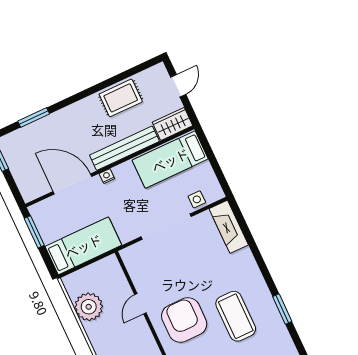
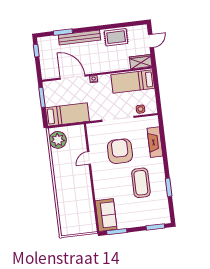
bench: (124, 148) -> (79, 38), moved
fireplace: (229, 227) -> (155, 142), moved
plant: (89, 307) -> (58, 140), moved
armchair: (184, 320) -> (120, 151), moved

